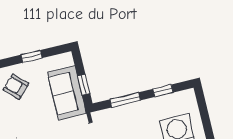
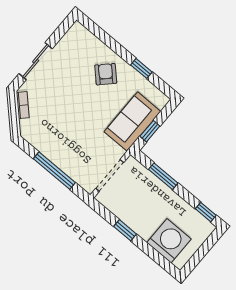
window: (163, 91) -> (206, 212), moved

